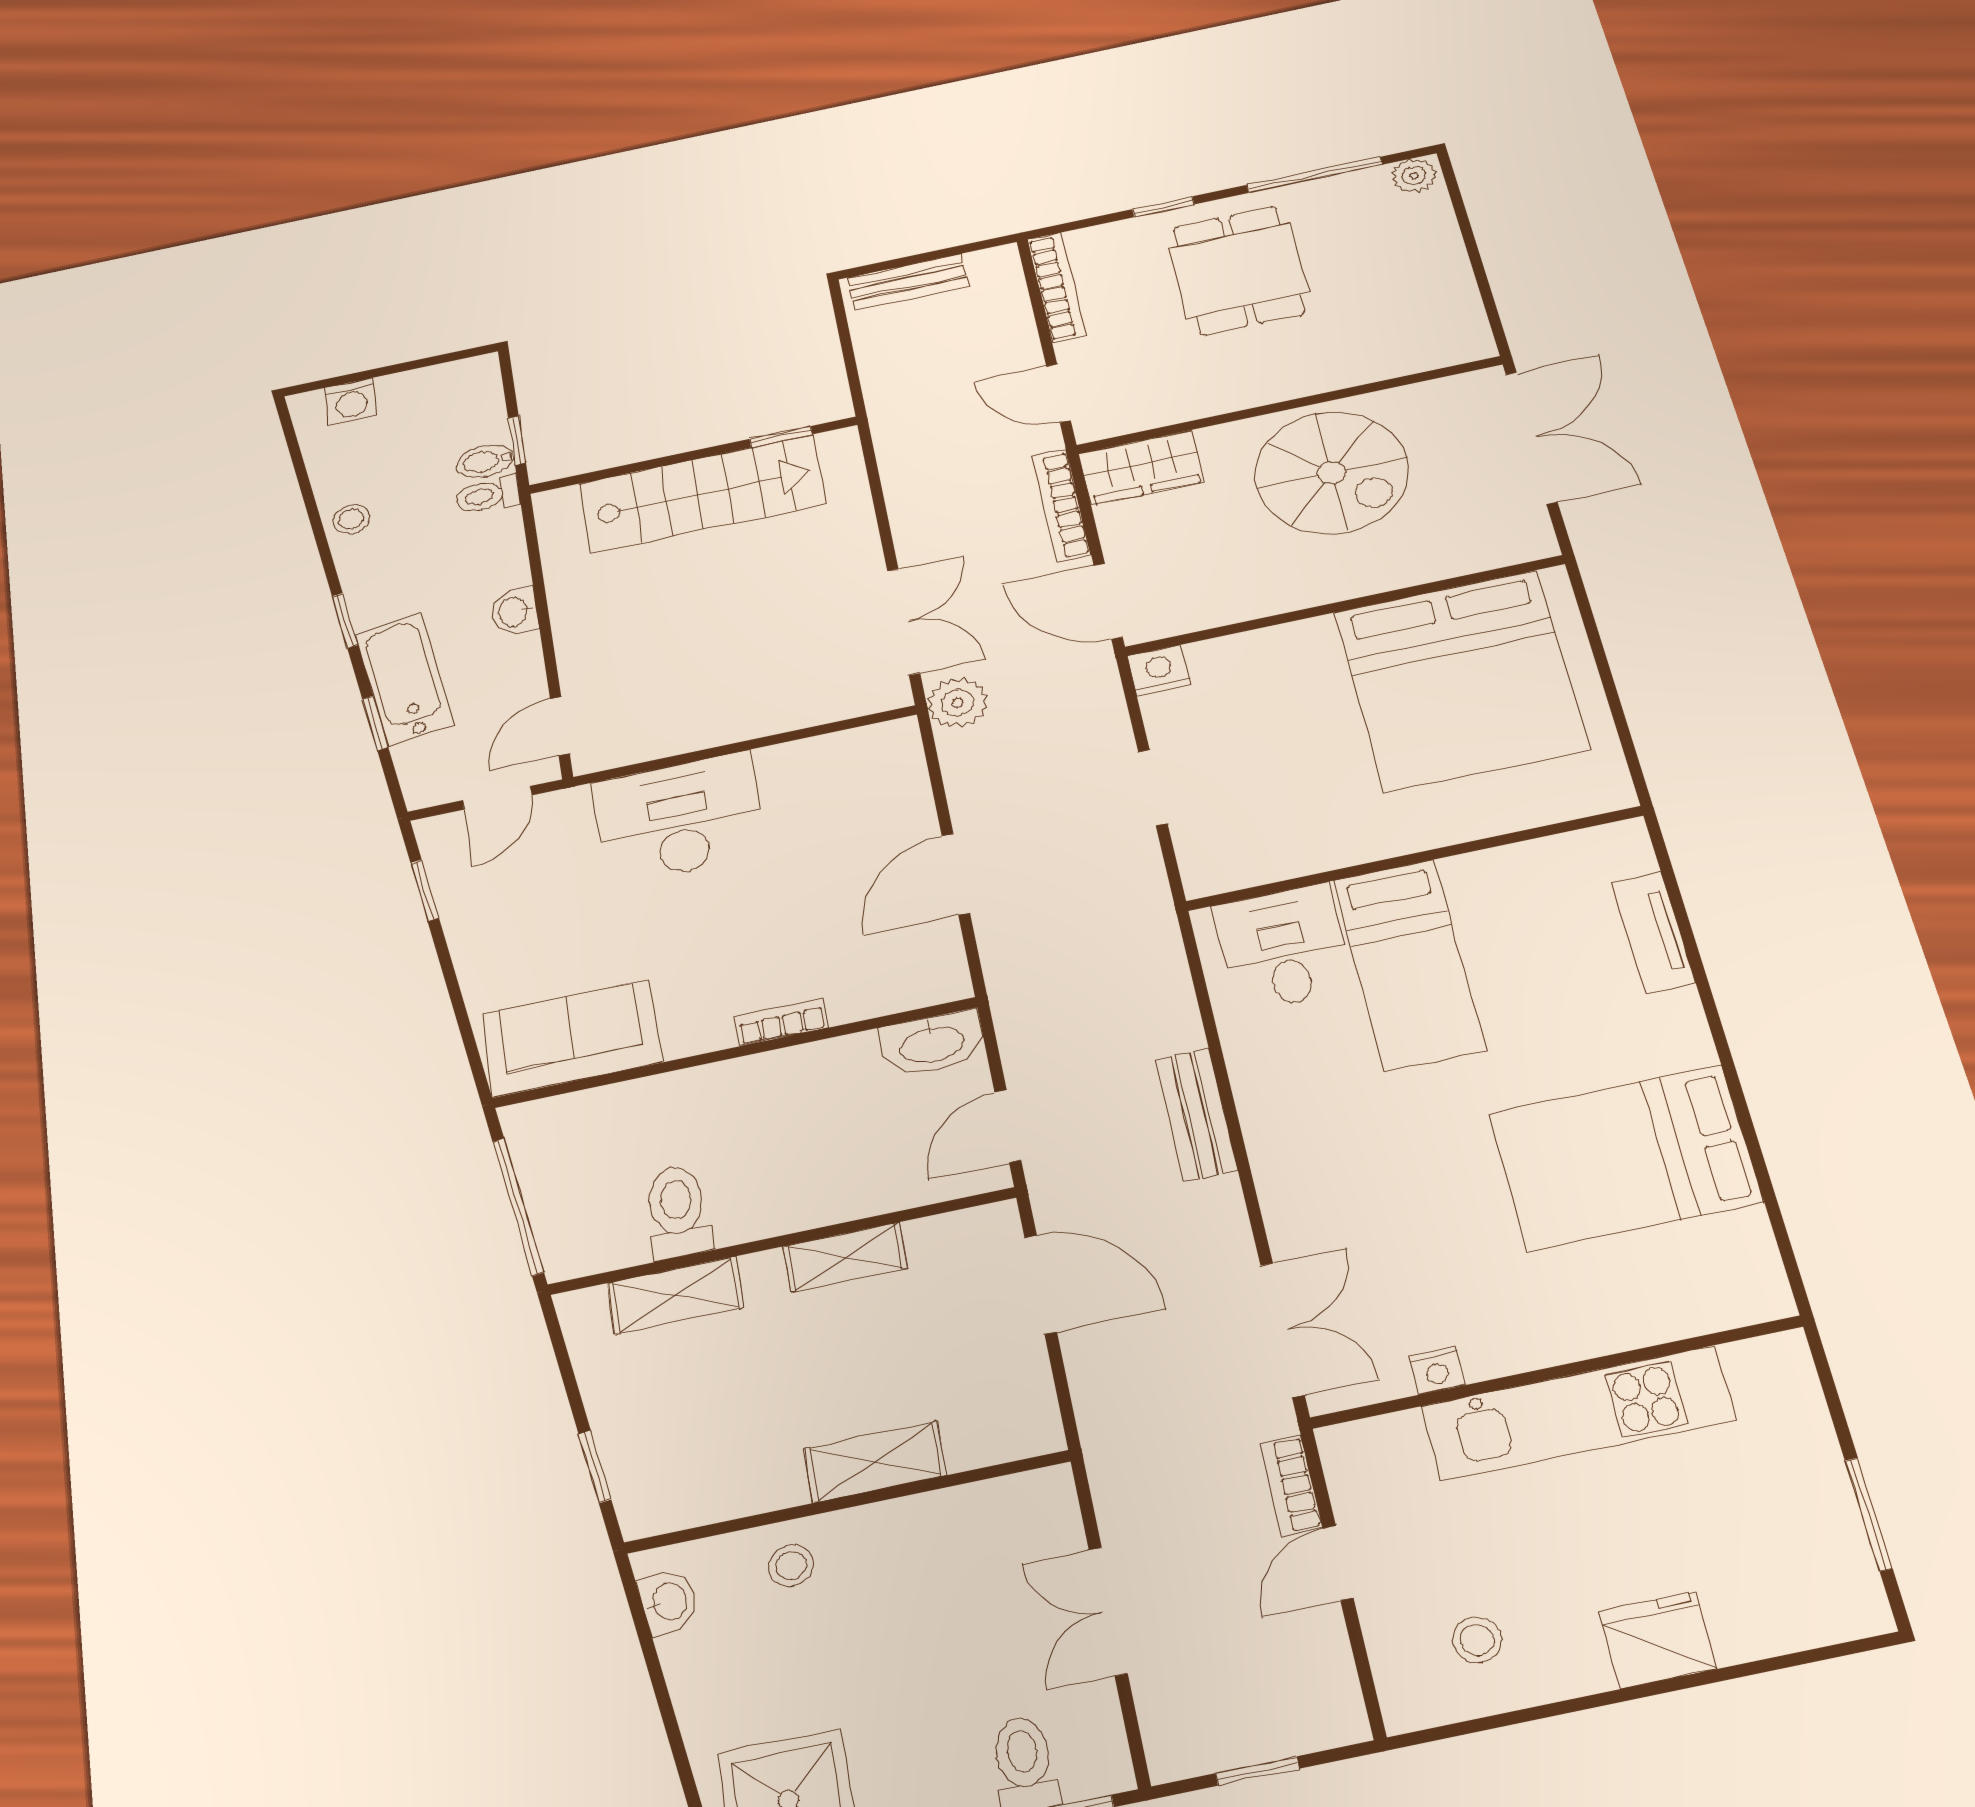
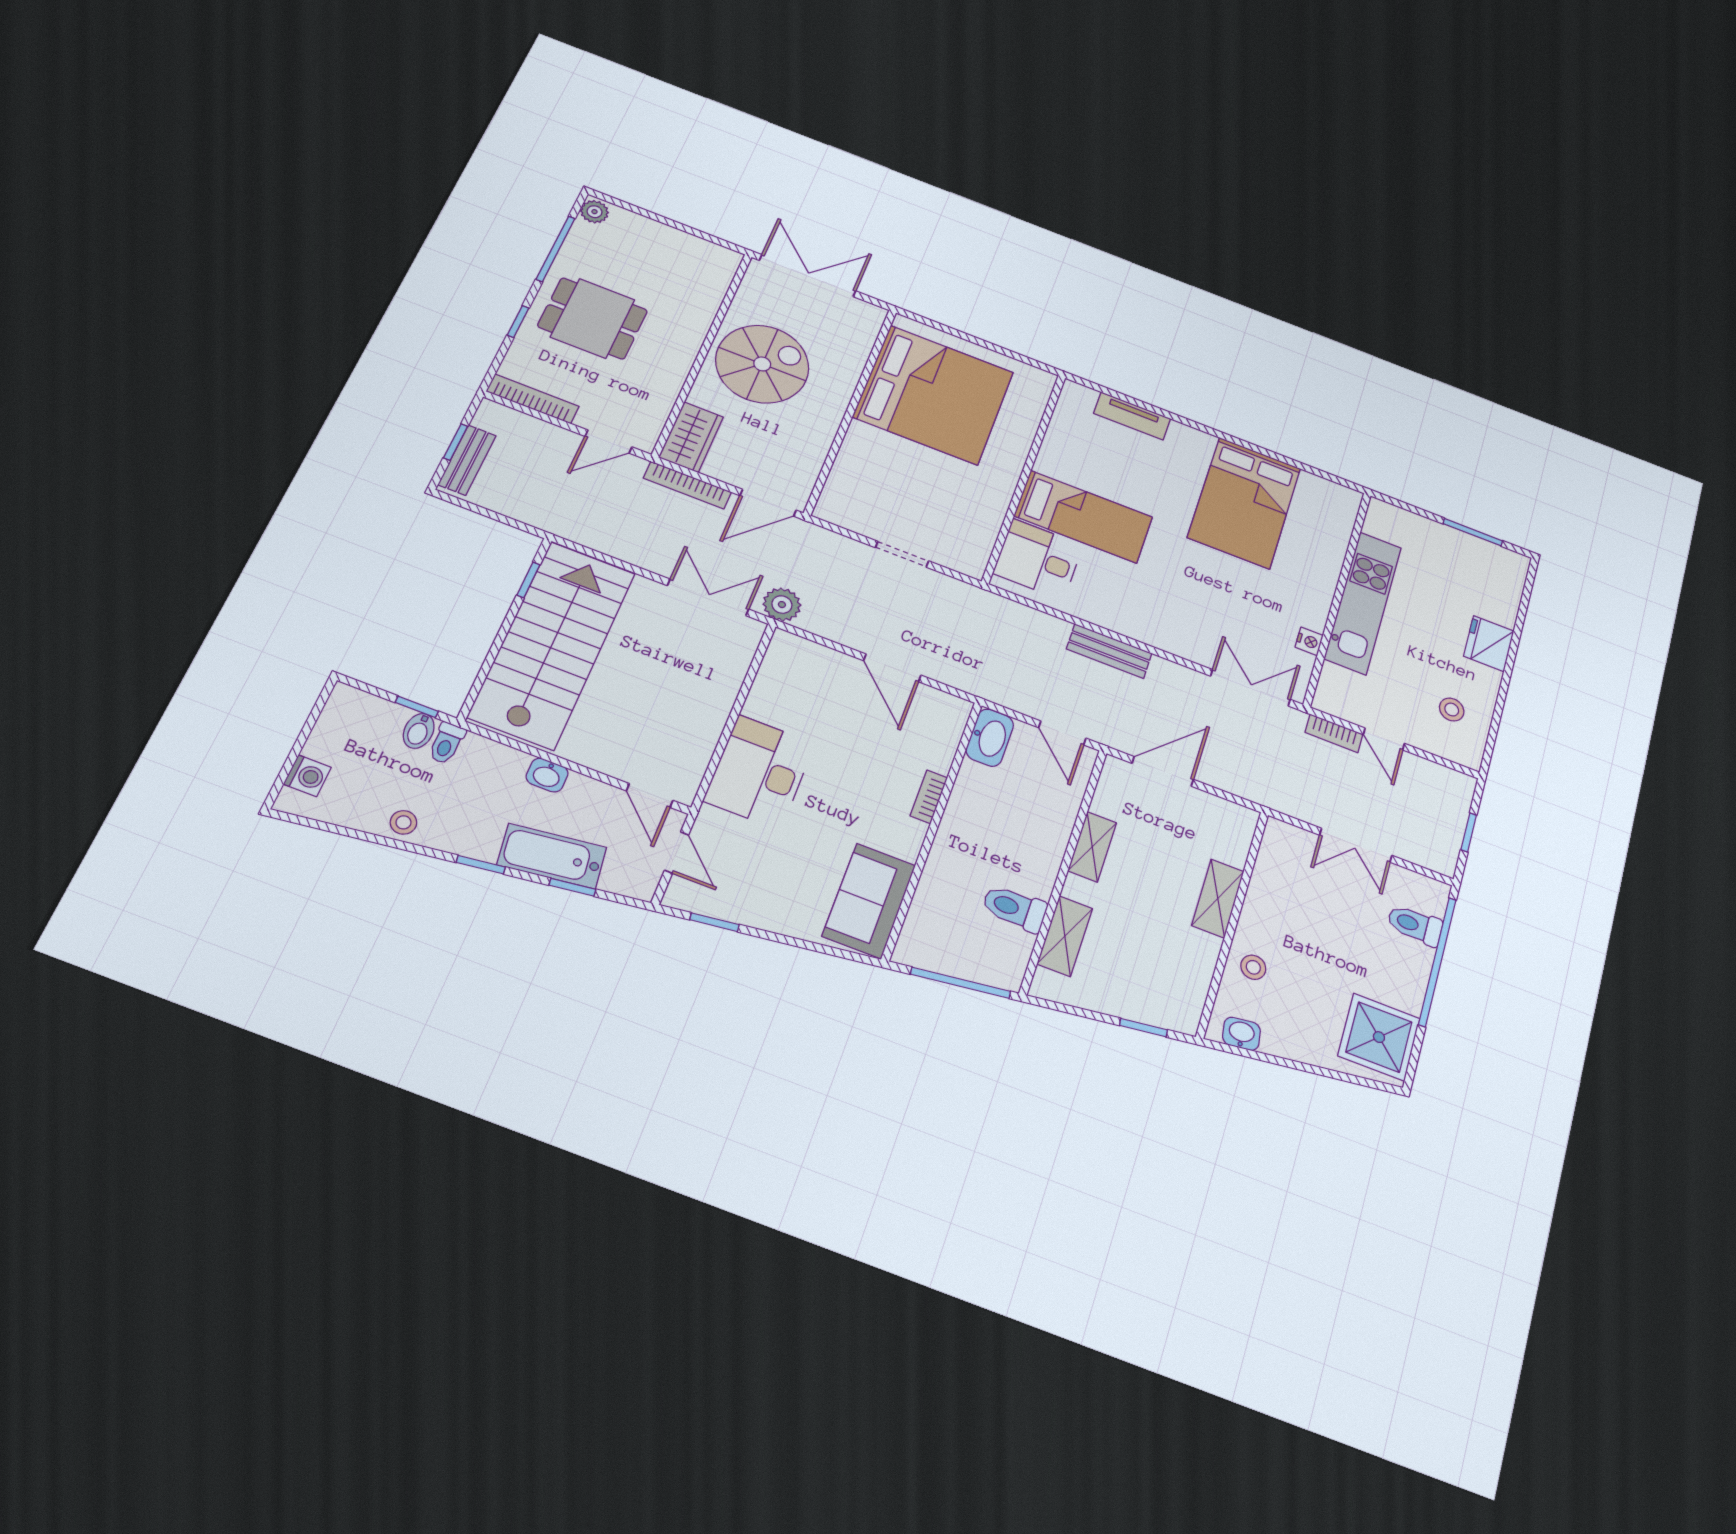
window: (925, 257) -> (456, 442), added
stairs: (702, 494) -> (552, 644), width x1.36, depth x1.51
nightstand: (1159, 670) -> (830, 508), removed

